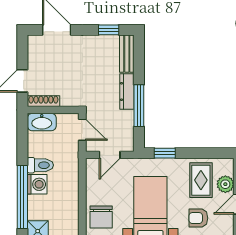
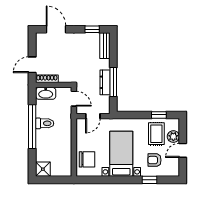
dresser: (127, 92) -> (105, 82), moved
window: (165, 153) -> (159, 115), moved
washing machine: (37, 184) -> (42, 137), removed
window: (22, 197) -> (32, 127), moved
chair: (101, 217) -> (87, 159), turned -90

